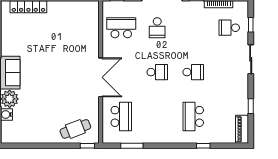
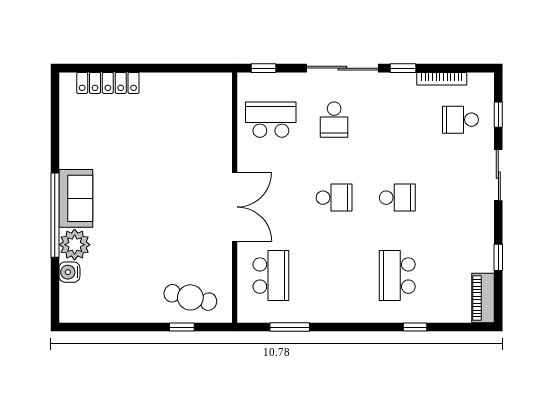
cafe table: (75, 129) -> (190, 297), turned 34
window: (87, 146) -> (182, 327), moved

